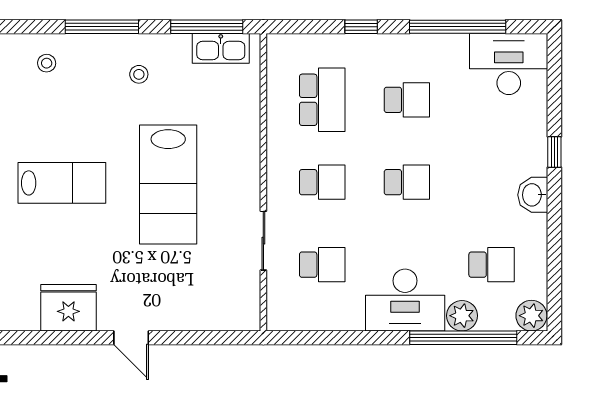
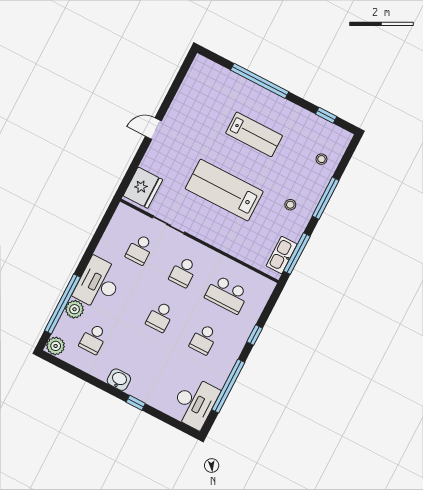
lab bench: (62, 183) -> (254, 134), turned -90
fridge: (68, 308) -> (143, 188), moved

